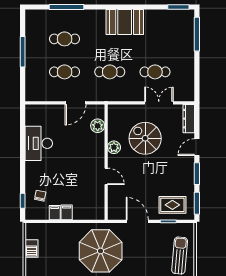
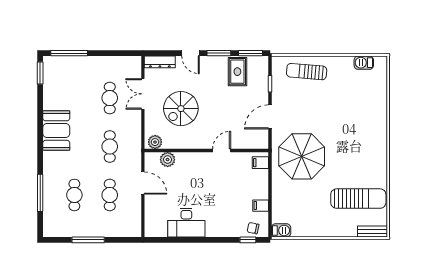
plant: (114, 147) -> (155, 142), moved
chair: (40, 196) -> (253, 228), moved
rug: (172, 205) -> (237, 72), moved
filing cabinet: (67, 212) -> (260, 163), moved
barbecue: (31, 248) -> (281, 230), moved

